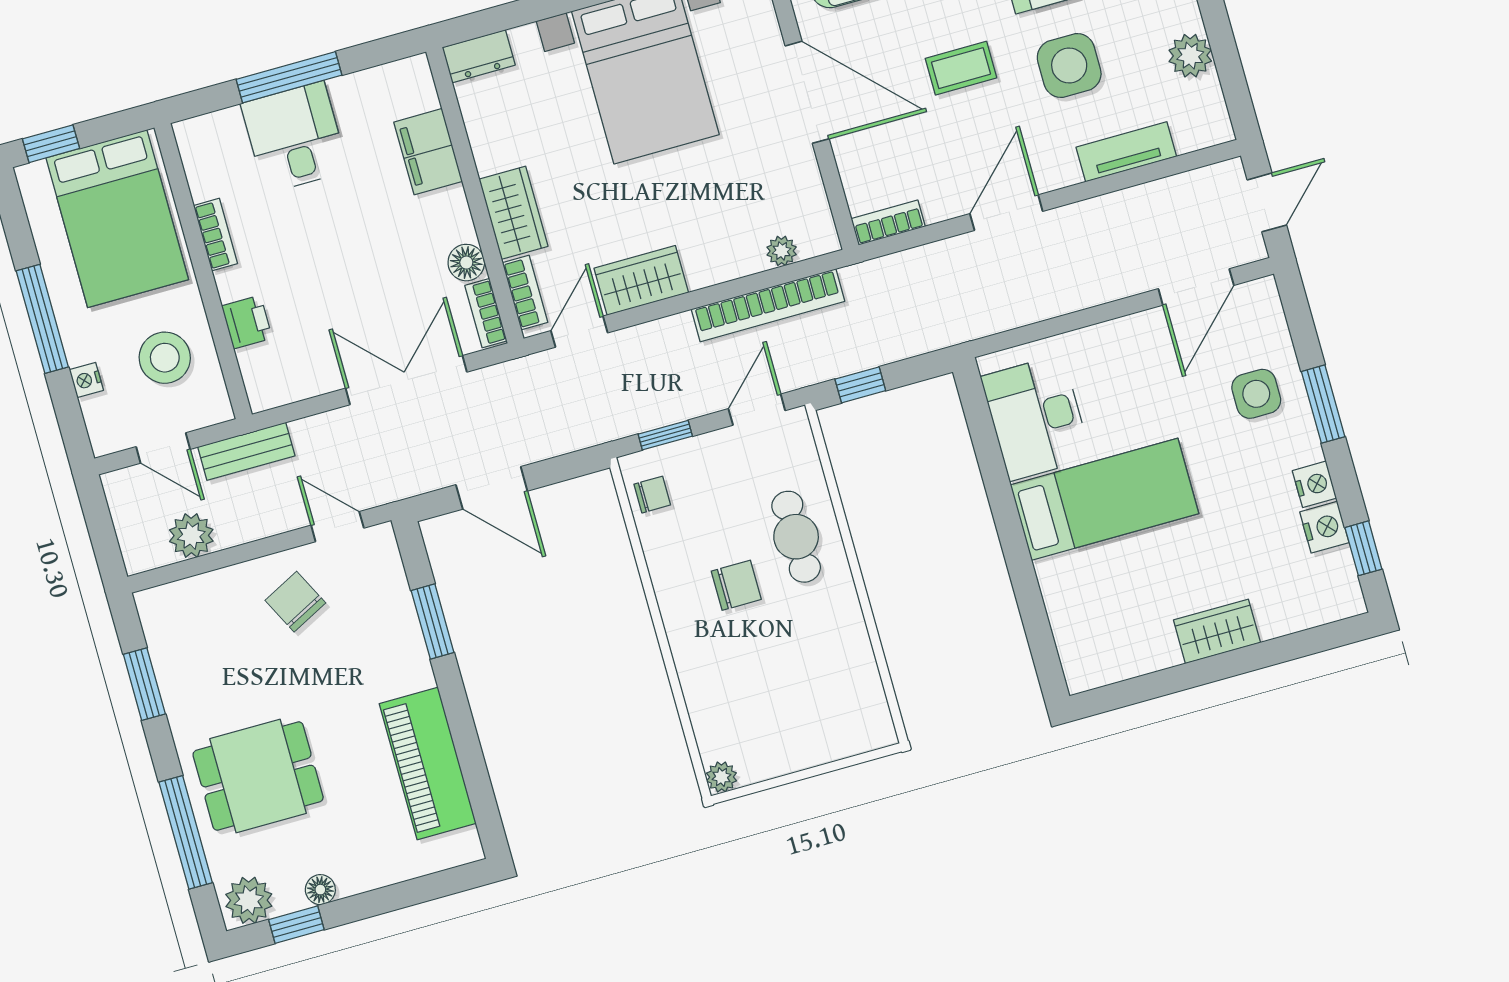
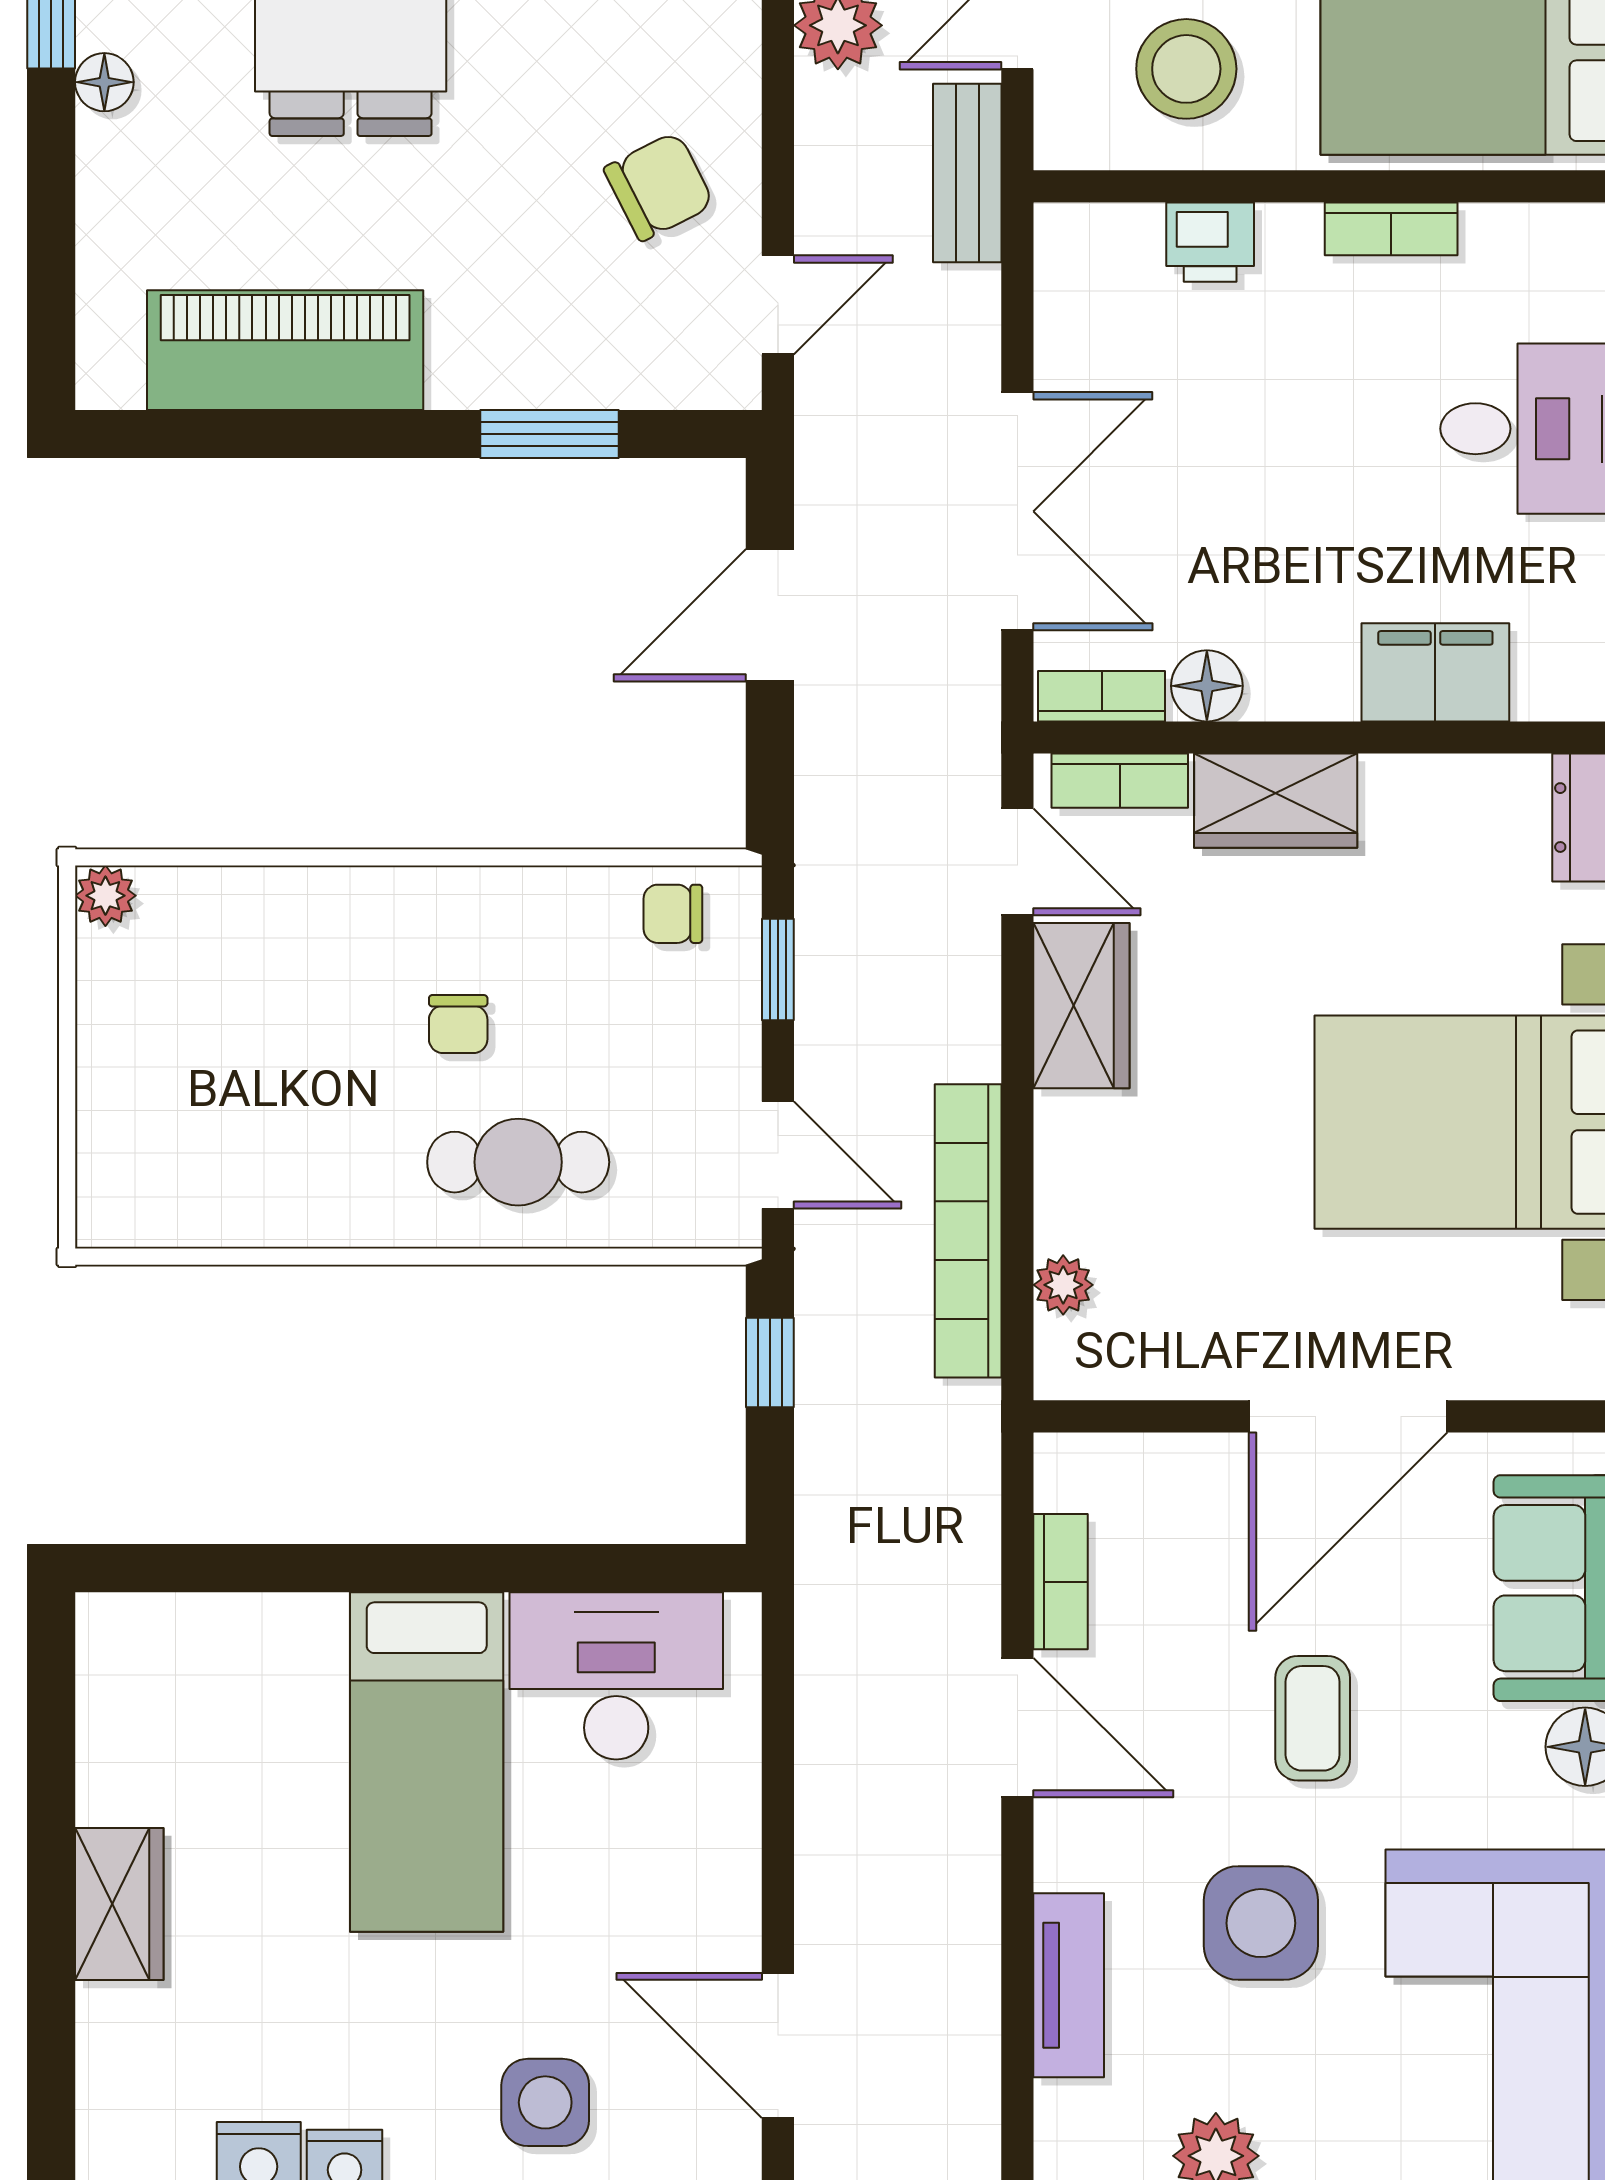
bookcase: (888, 223) -> (1061, 1582), moved
chair: (652, 495) -> (673, 914), turned 90
chair: (736, 585) -> (458, 1024), width x0.73, depth x0.73

